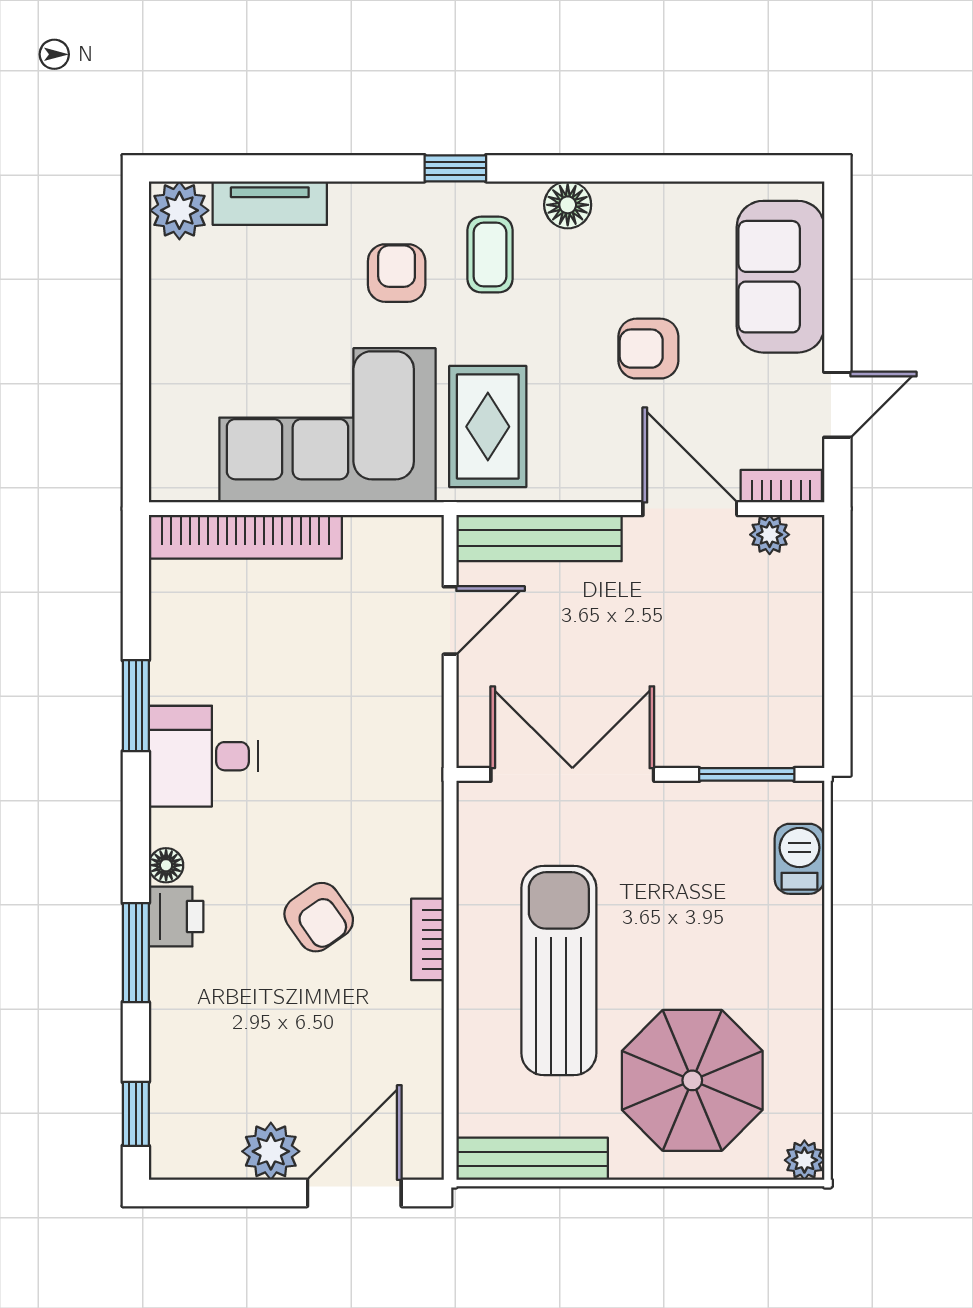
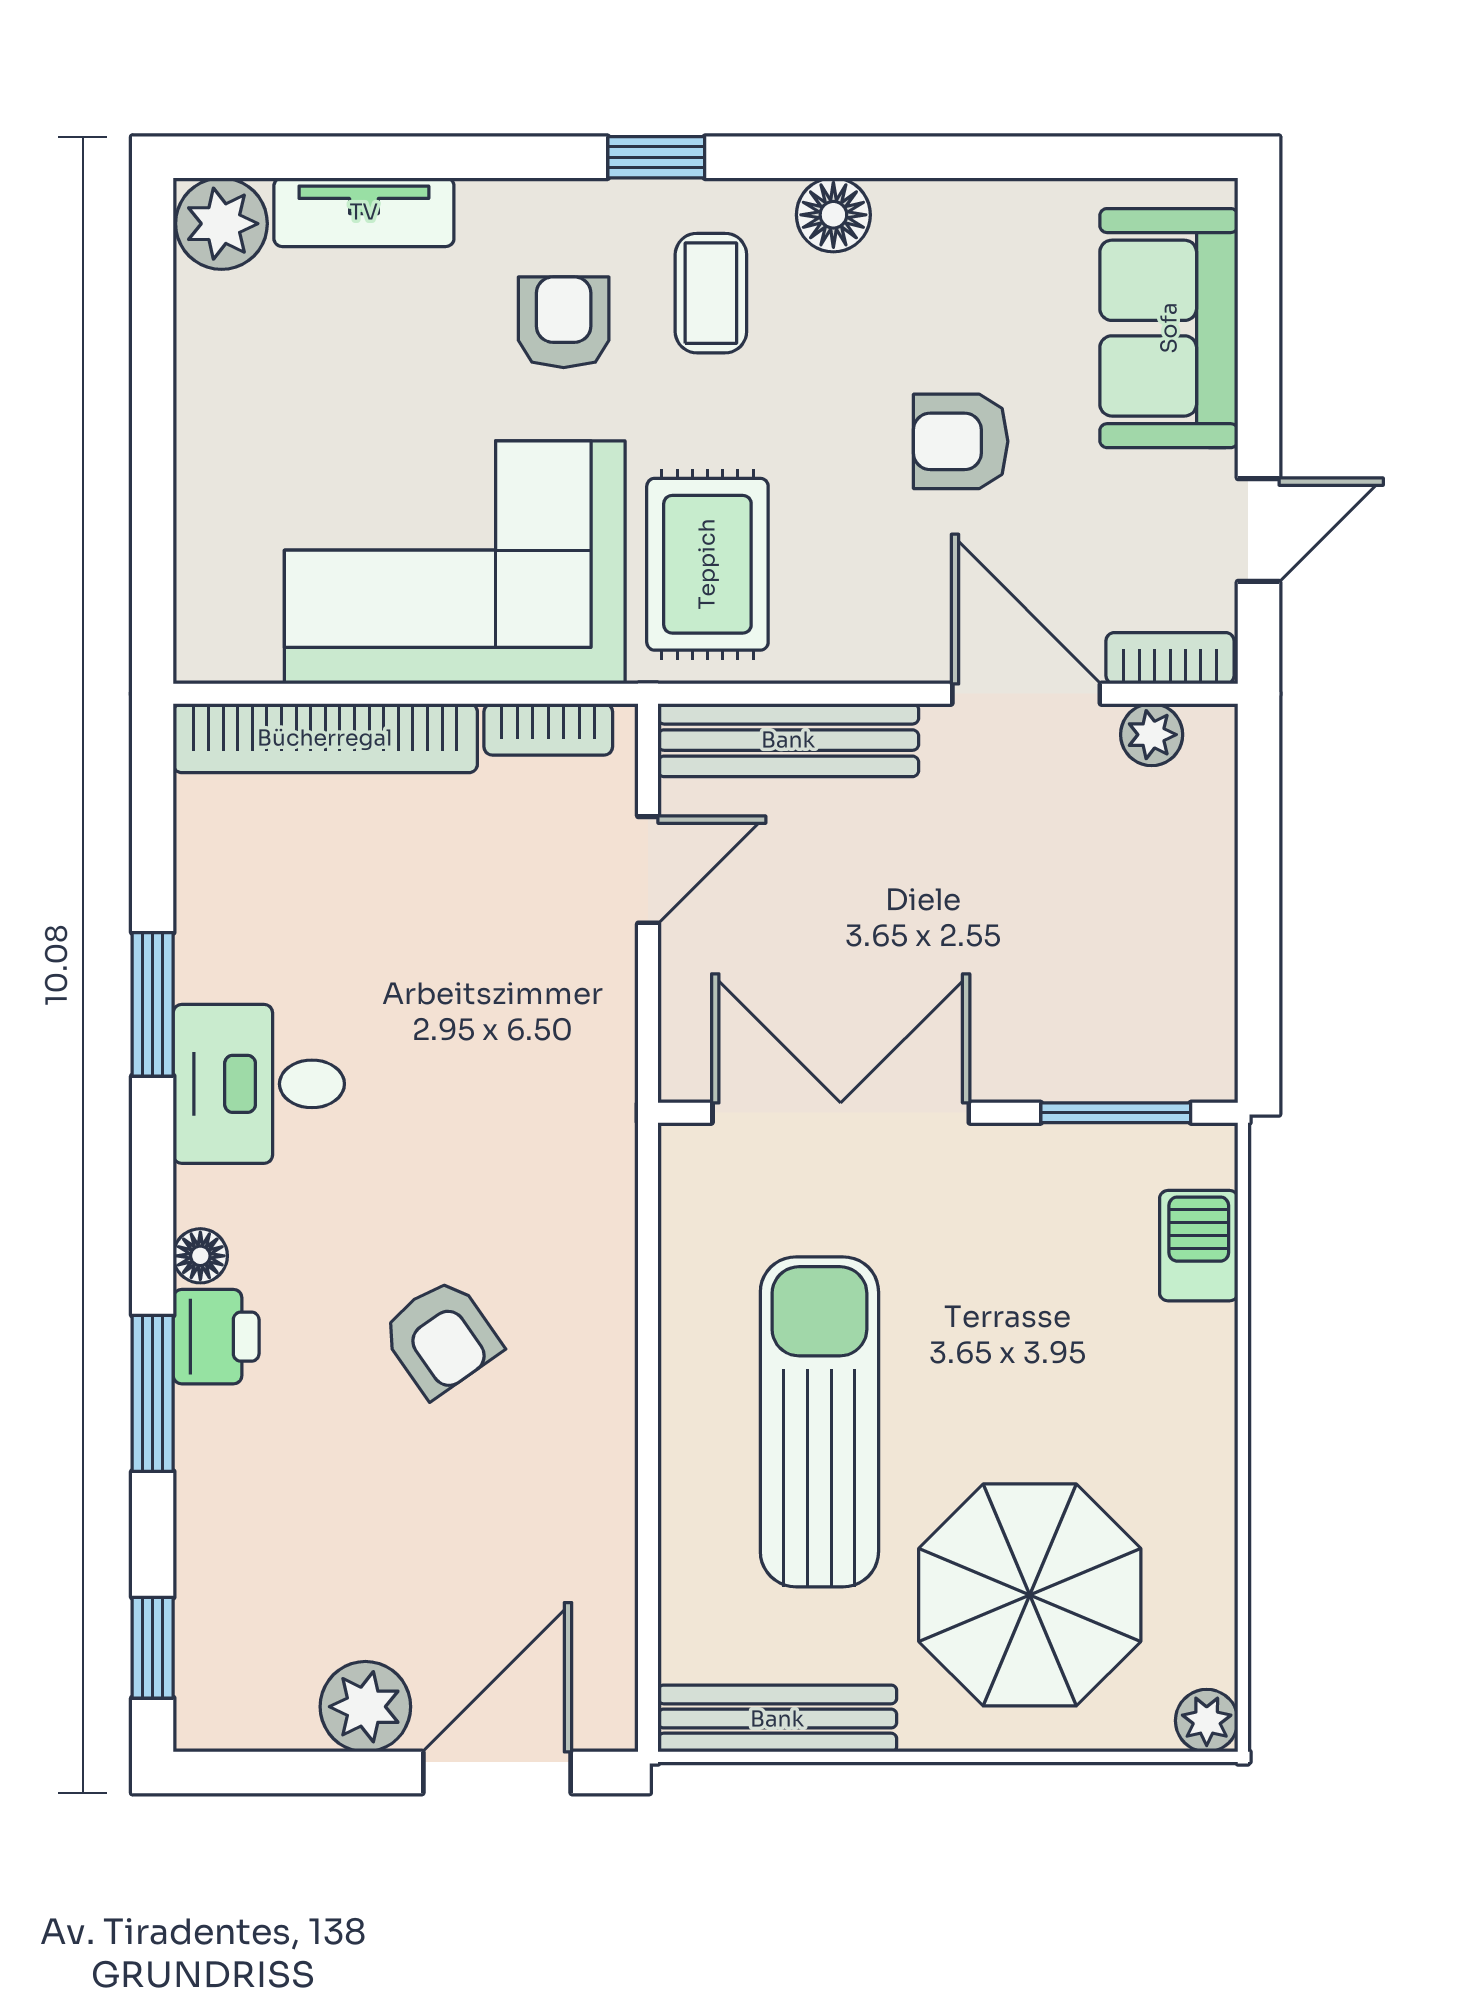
bookcase: (428, 939) -> (548, 729), moved, turned -90

